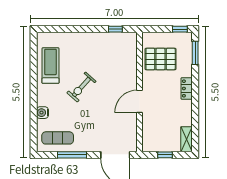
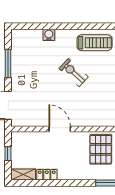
locker: (187, 88) -> (47, 175), moved
exercise mat: (58, 138) -> (24, 50), removed

